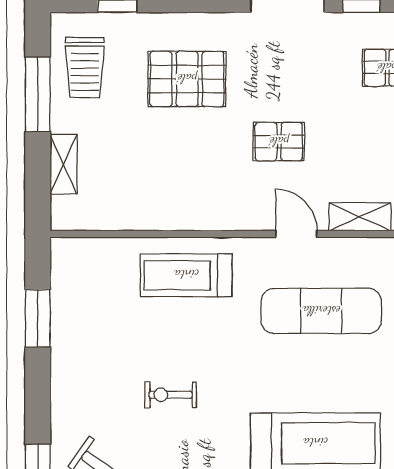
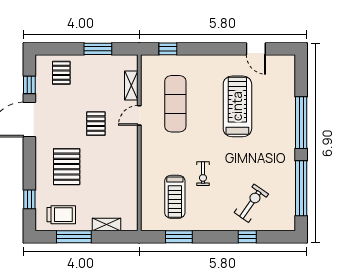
treadmill: (186, 275) -> (175, 197), moved
exercise bike: (171, 395) -> (203, 174), moved

